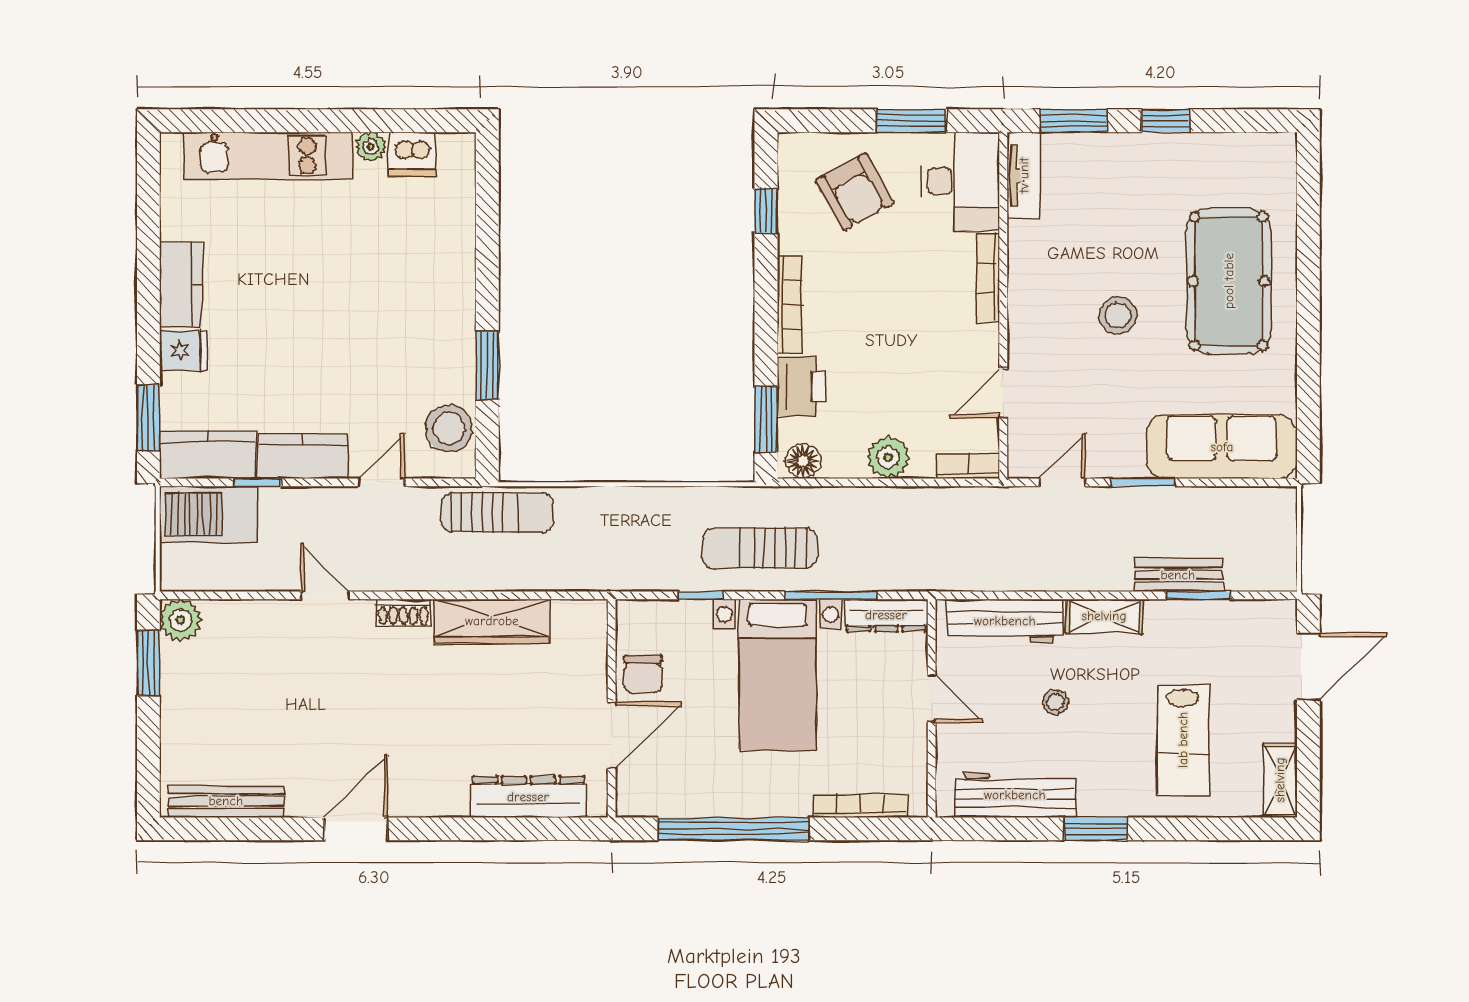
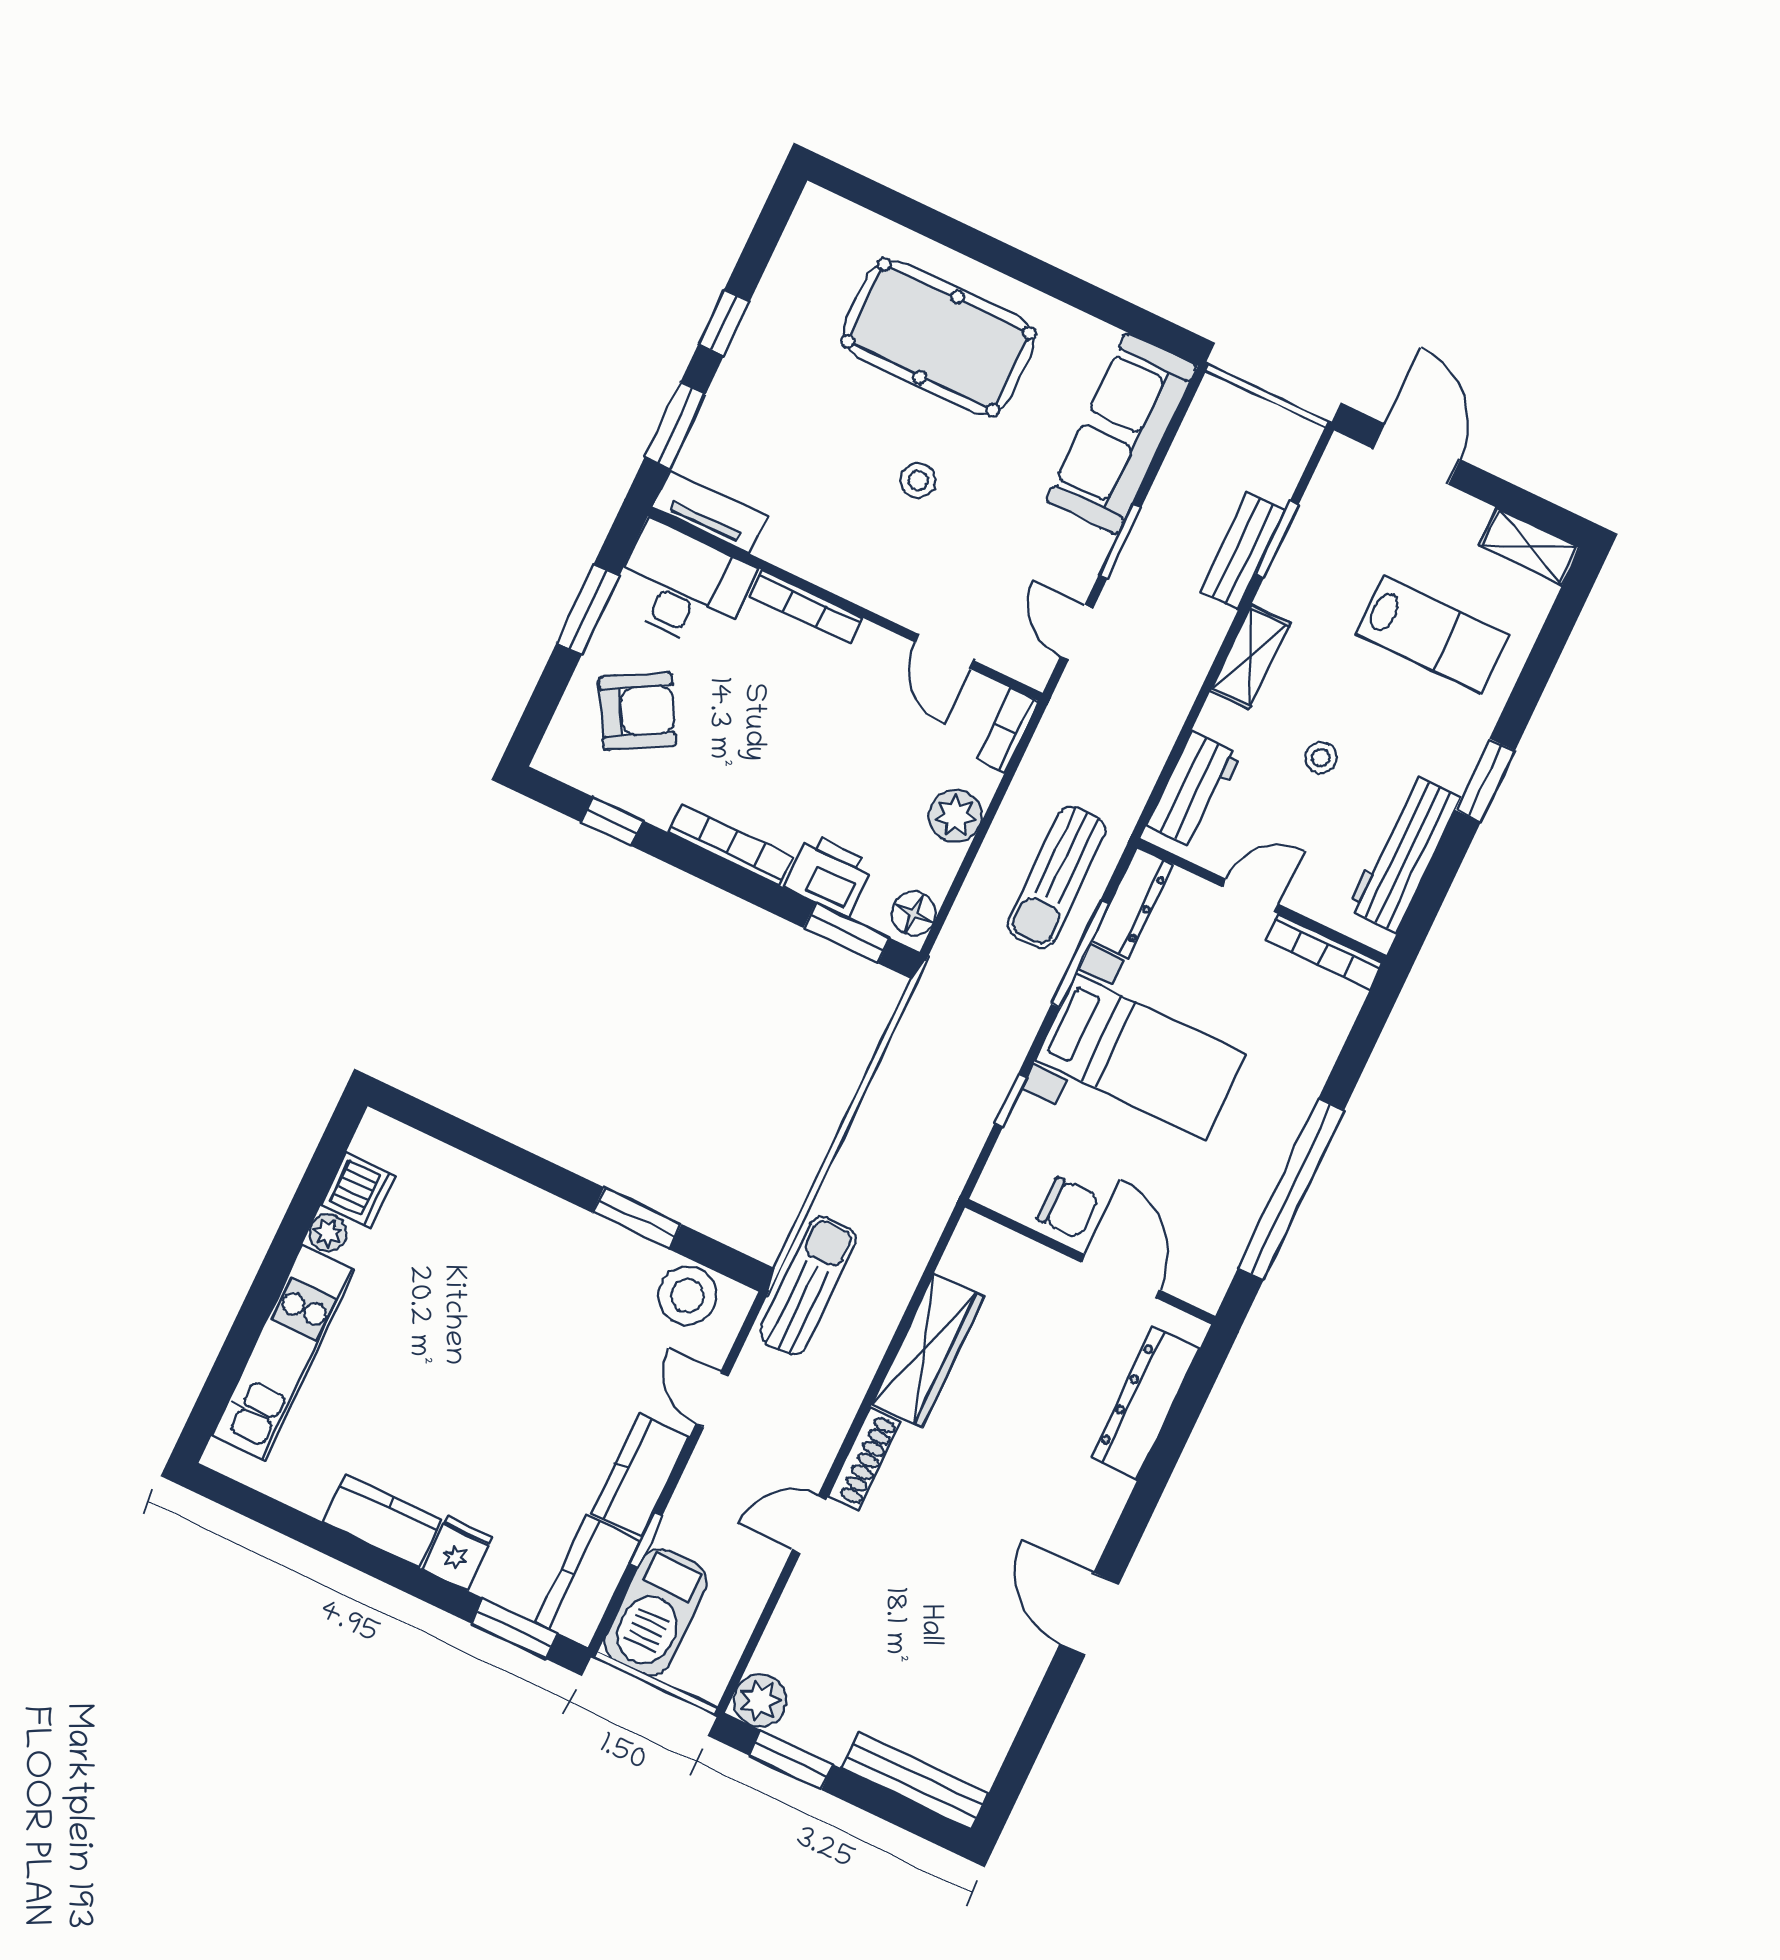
stool: (1118, 315) -> (918, 480), width x0.73, depth x0.73
sun lounger: (760, 548) -> (1057, 877), moved
shoe rack: (403, 612) -> (864, 1459), width x1.43
workbench: (1005, 621) -> (1193, 790), width x0.73
bench: (226, 801) -> (914, 1780), moved, turned 90
bookcase: (860, 806) -> (1324, 952), moved, turned -90

